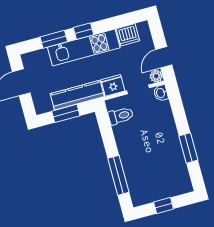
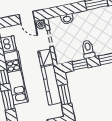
washbasin: (161, 93) -> (67, 19), moved
toilet: (121, 116) -> (88, 49), moved
window: (106, 131) -> (80, 65), added

